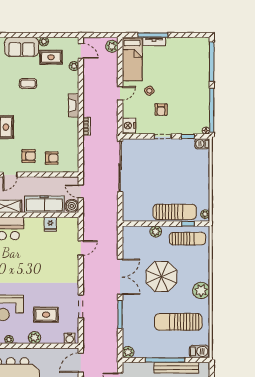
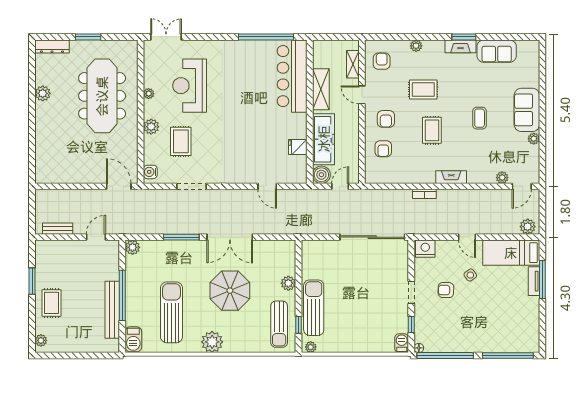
rug: (51, 57) -> (432, 130), moved
sun lounger: (175, 212) -> (314, 308), turned 180

